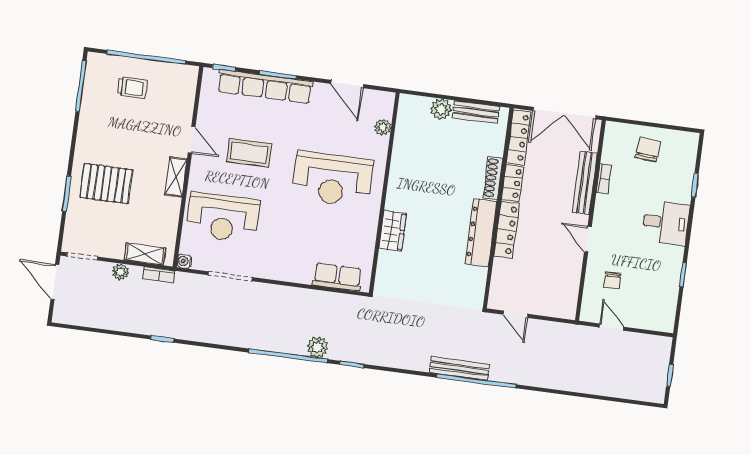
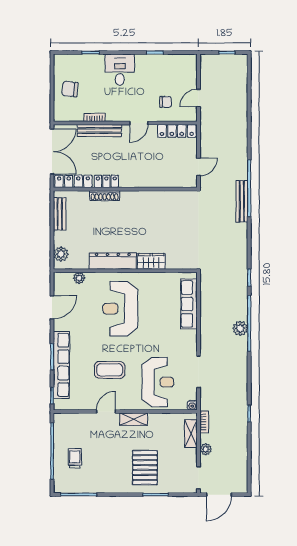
plant: (441, 109) -> (61, 254), moved
coffee table: (249, 153) -> (110, 370), turned 90
reception desk: (332, 179) -> (120, 309), turned 180
locker: (507, 230) -> (177, 131), moved, turned 180
dresser: (481, 233) -> (113, 261), moved, turned 180
row of seats: (337, 277) -> (189, 304), width x1.48
plant: (318, 347) -> (240, 328), moved

